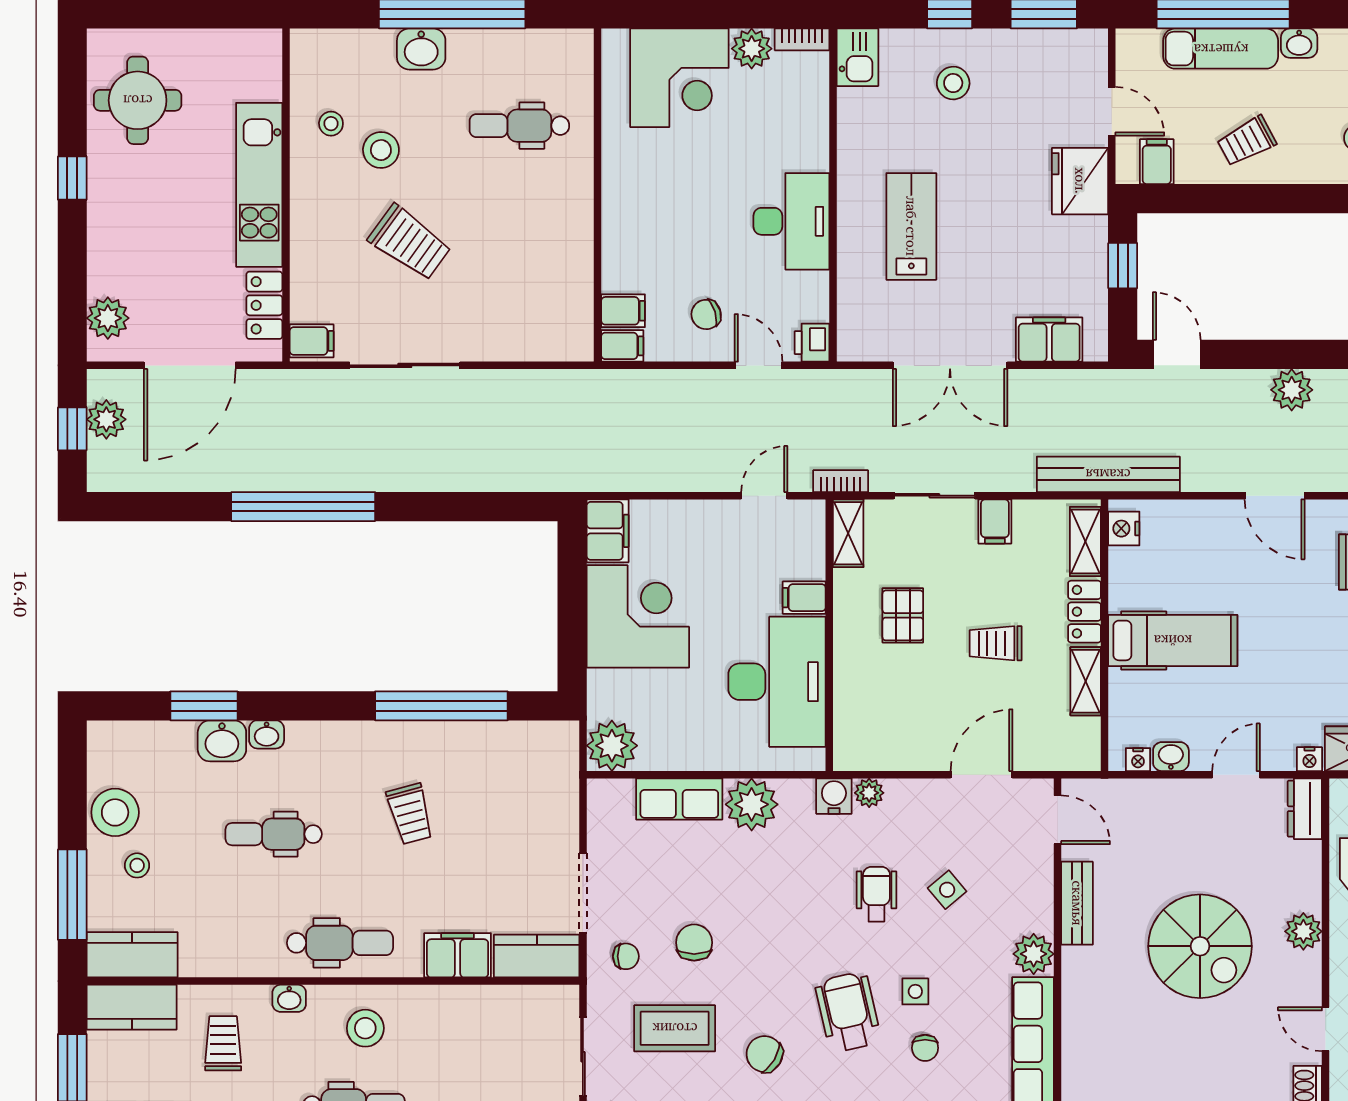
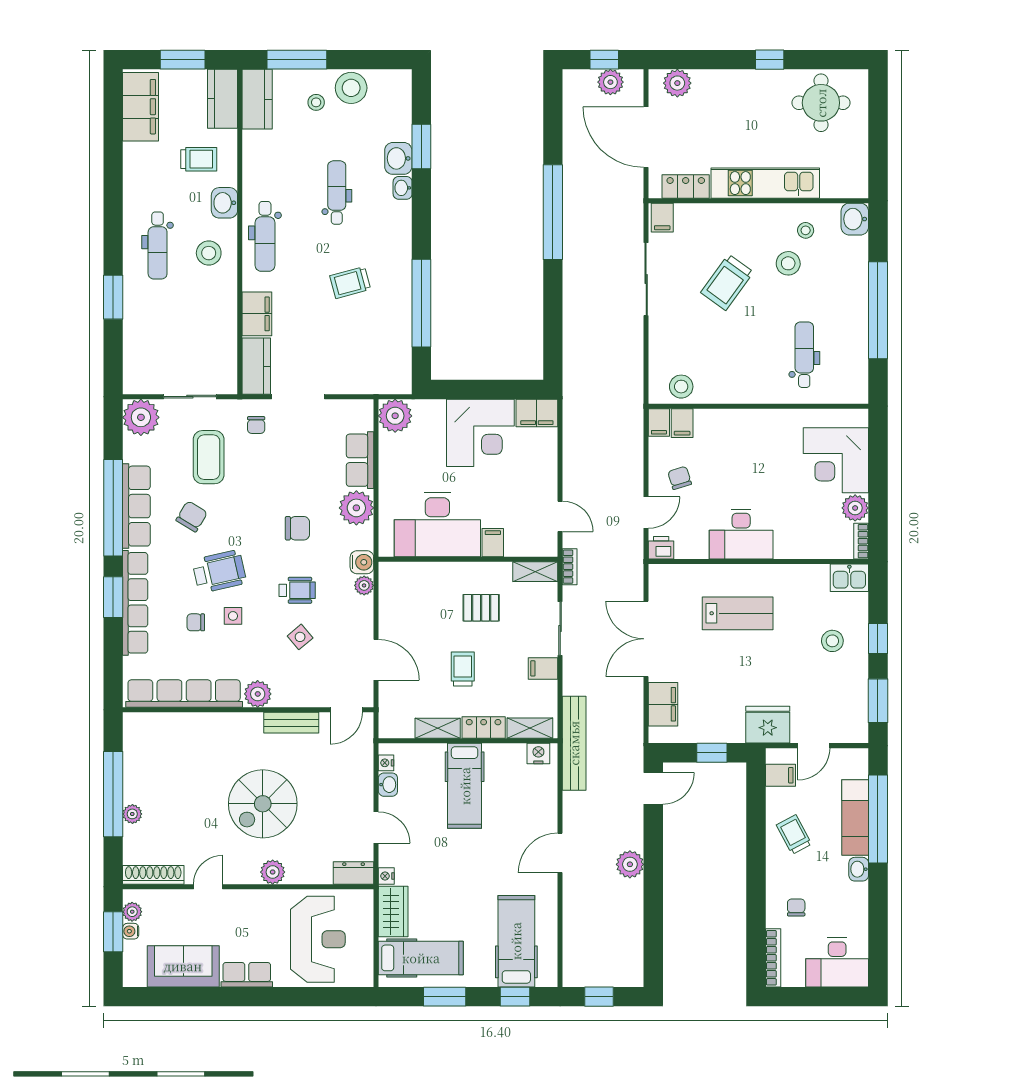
washbasin: (421, 49) -> (855, 219), moved
stool: (568, 312) -> (681, 387), added
chair: (694, 943) -> (297, 528), moved
washbasin: (289, 998) -> (224, 203), width x1.38, depth x1.45

